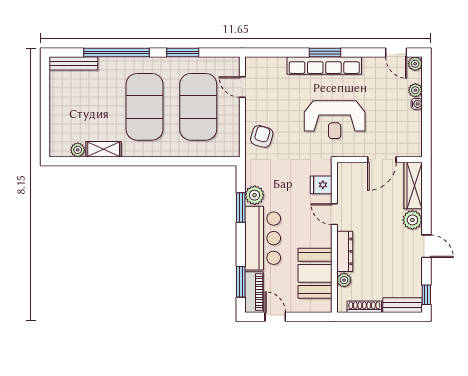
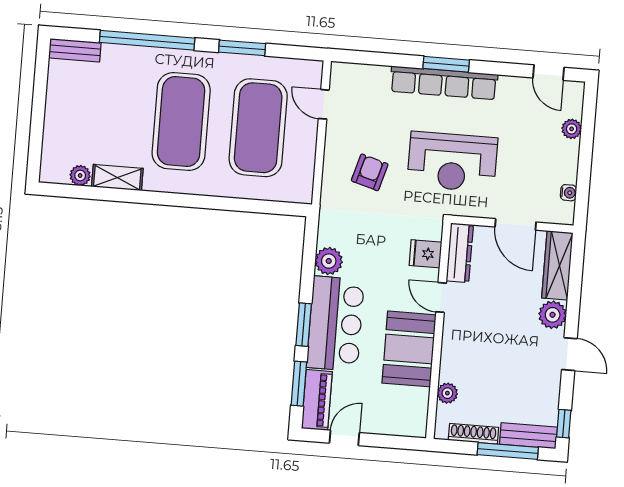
bench: (73, 63) -> (75, 50), width x0.73
plant: (415, 64) -> (574, 91), removed
water cooler: (417, 104) -> (568, 193), moved
armchair: (262, 136) -> (370, 172), moved
door: (382, 160) -> (516, 224), hinge flipped
window: (241, 207) -> (304, 325), moved
dresser: (345, 251) -> (460, 253), moved
booth: (315, 273) -> (409, 349), moved
door: (275, 317) -> (344, 438), hinge flipped
window: (389, 317) -> (508, 451), added

